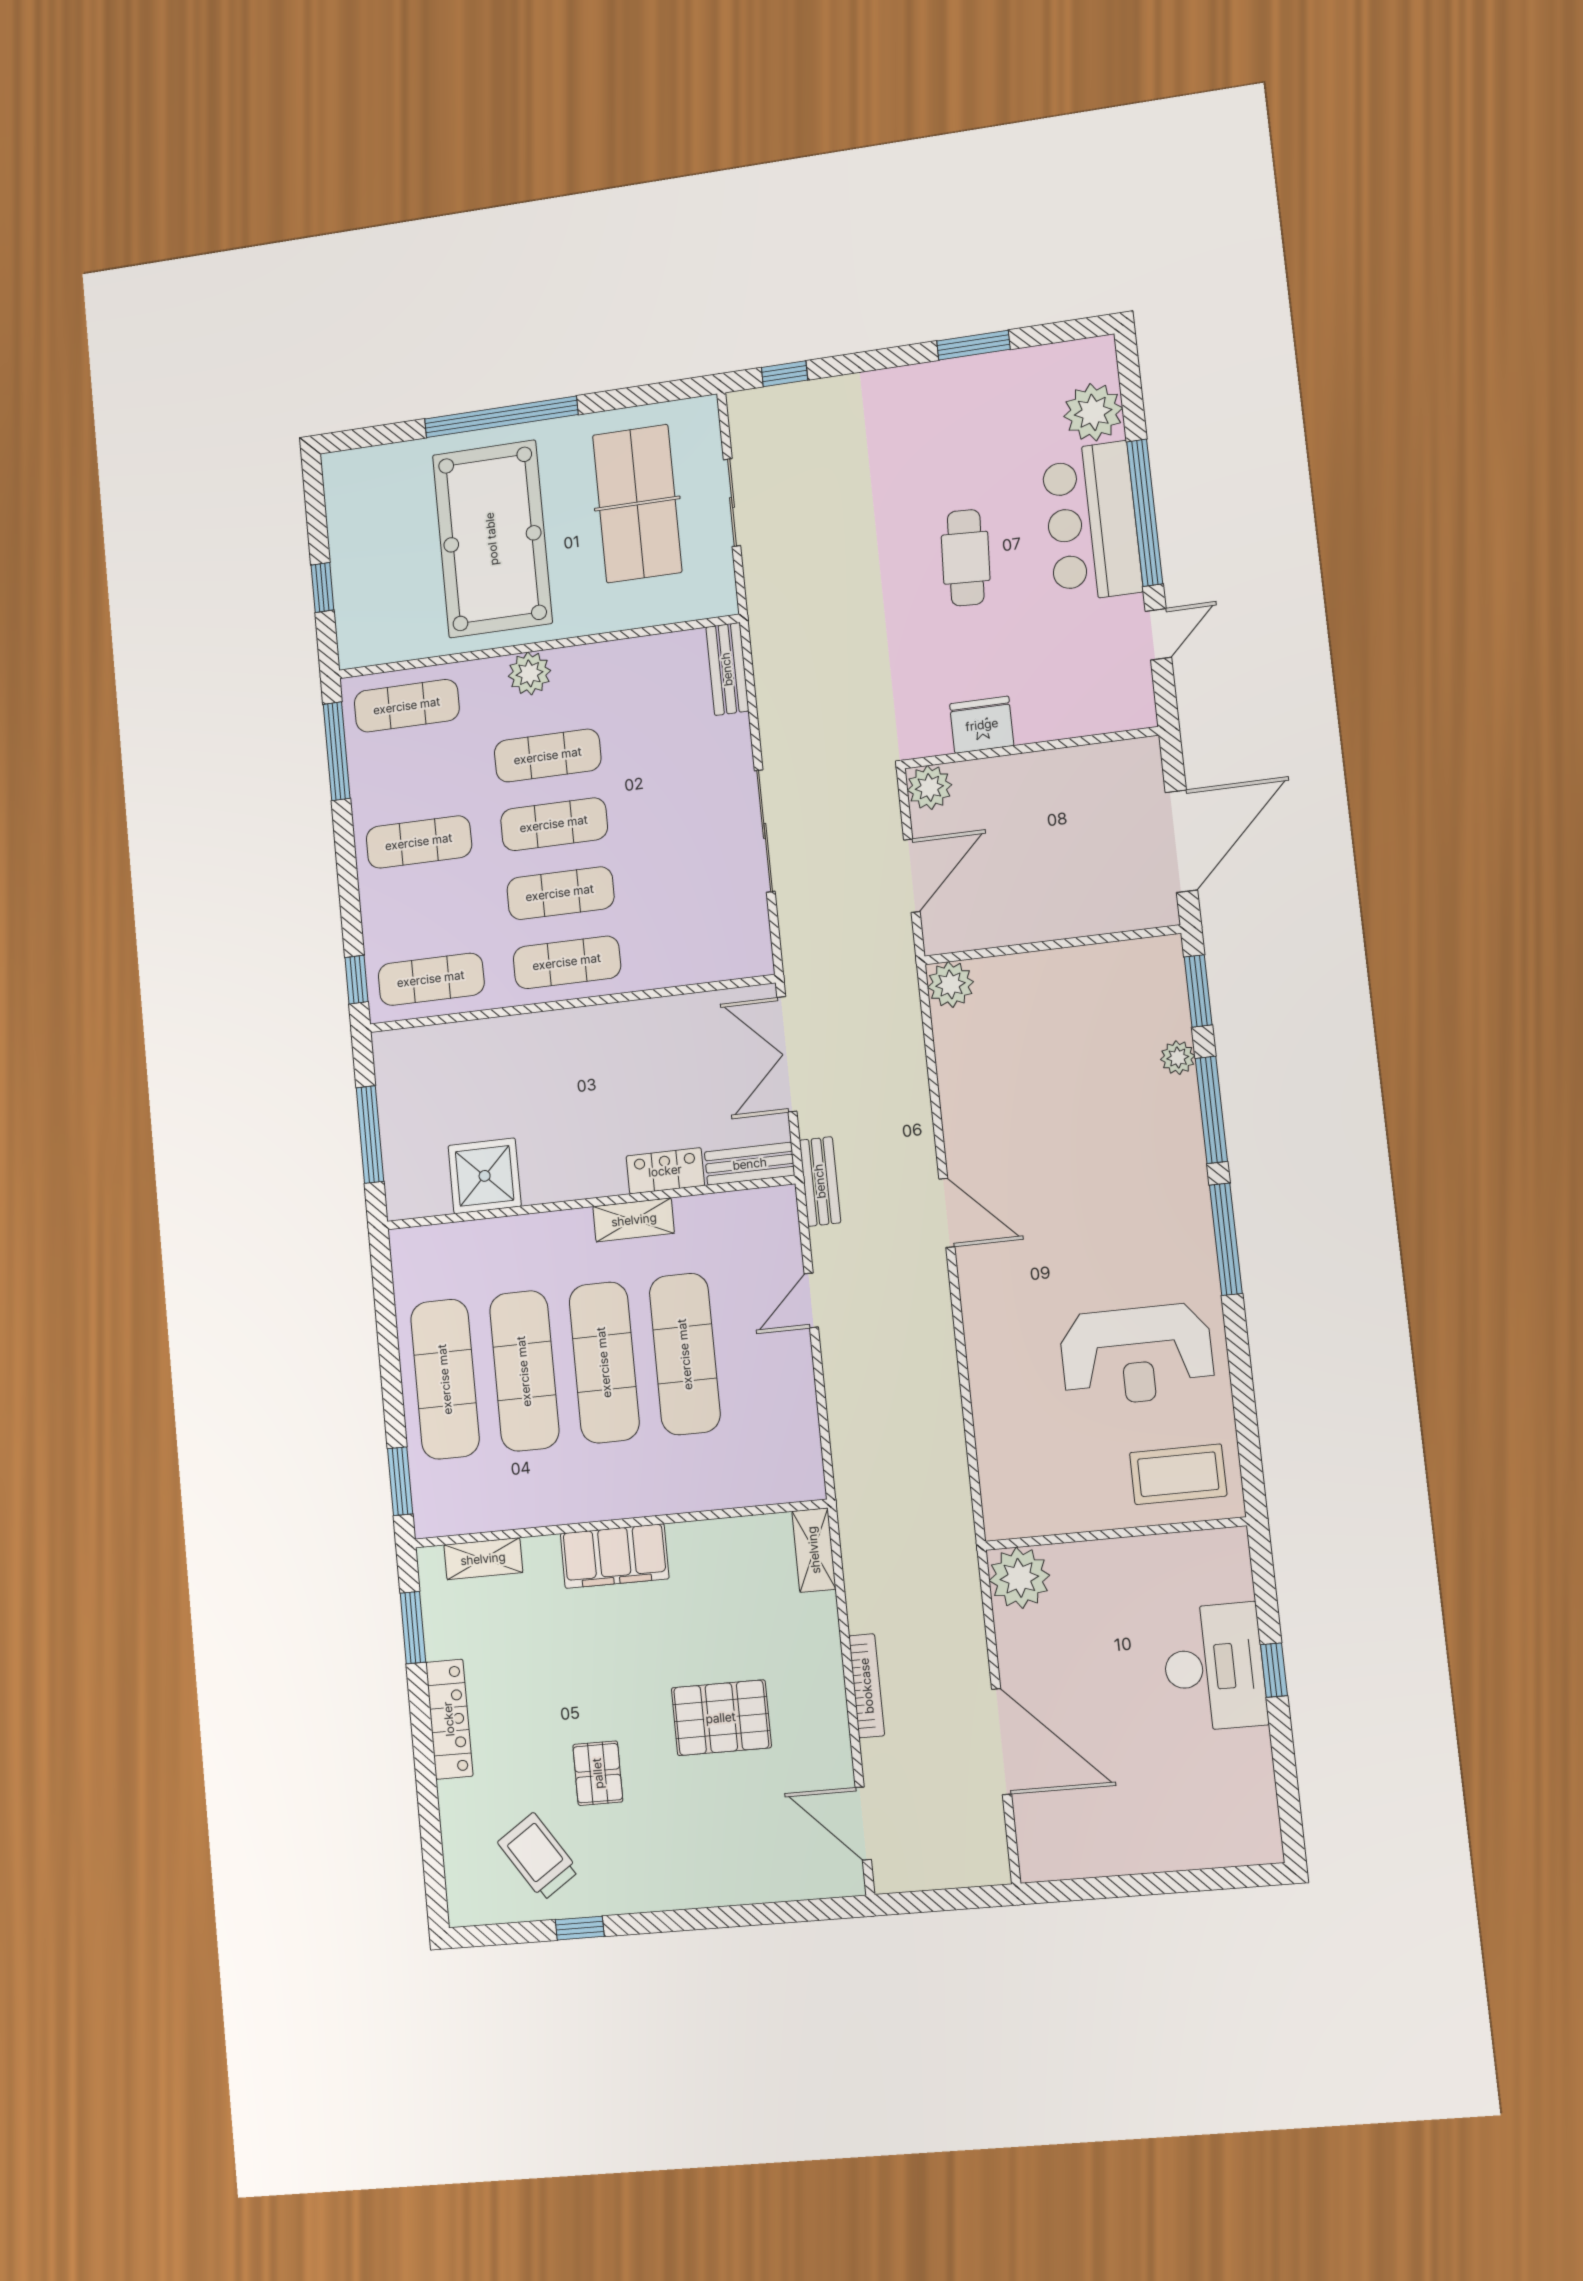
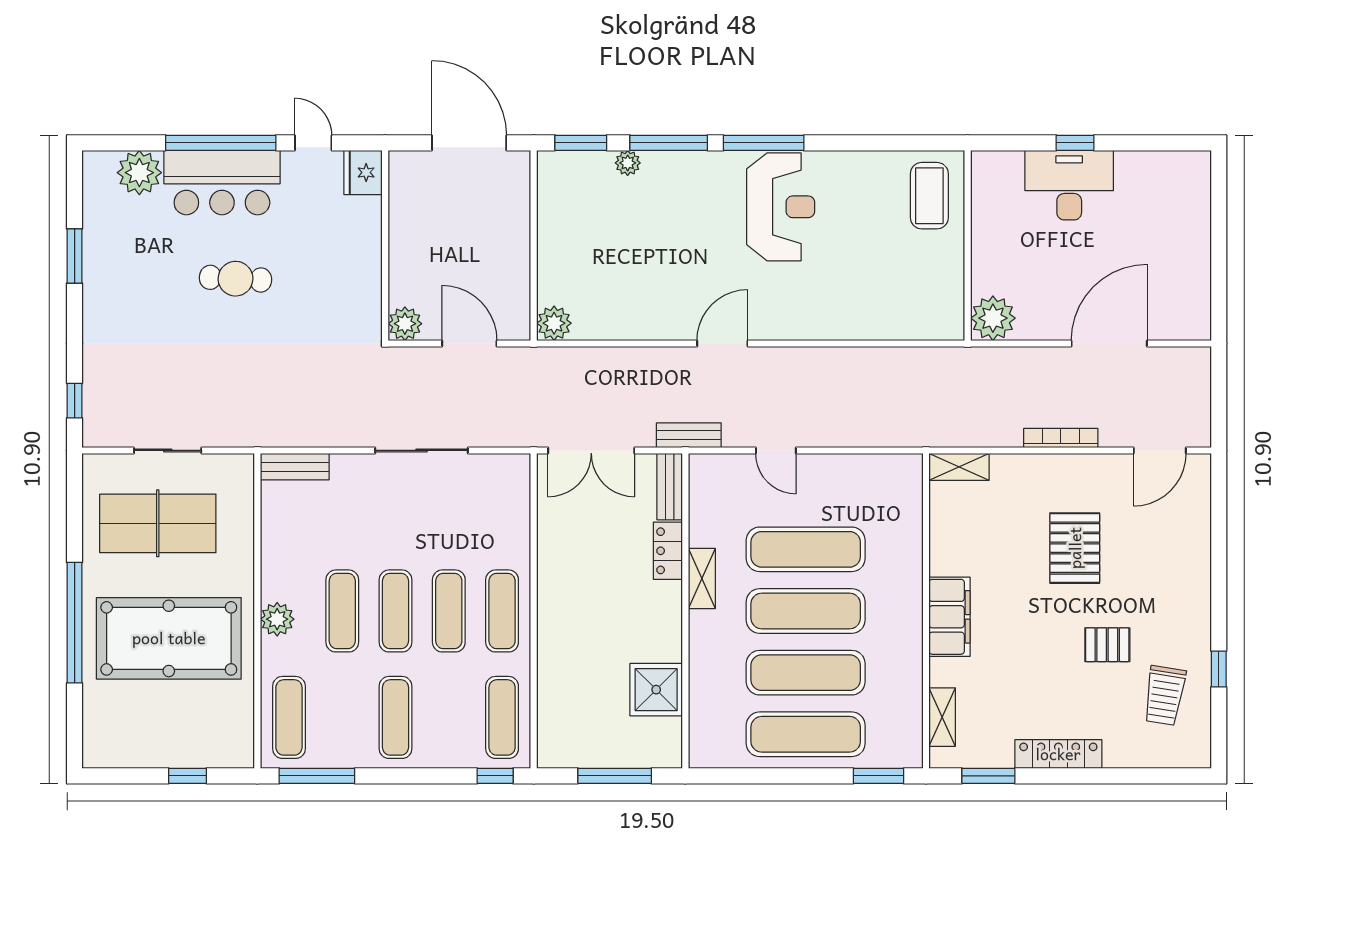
fridge: (982, 725) -> (363, 172), moved
reception desk: (1137, 1355) -> (781, 207), moved
trolley: (538, 1857) -> (1165, 695), turned -47

